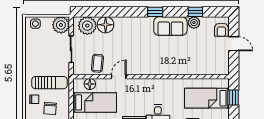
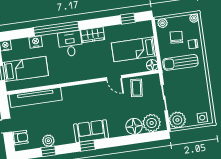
sofa: (170, 26) -> (91, 131), moved
armchair: (221, 30) -> (21, 138), turned 90
tv unit: (200, 68) -> (36, 97), added
door: (119, 77) -> (114, 78), hinge flipped
floor lamp: (90, 84) -> (152, 65), moved

